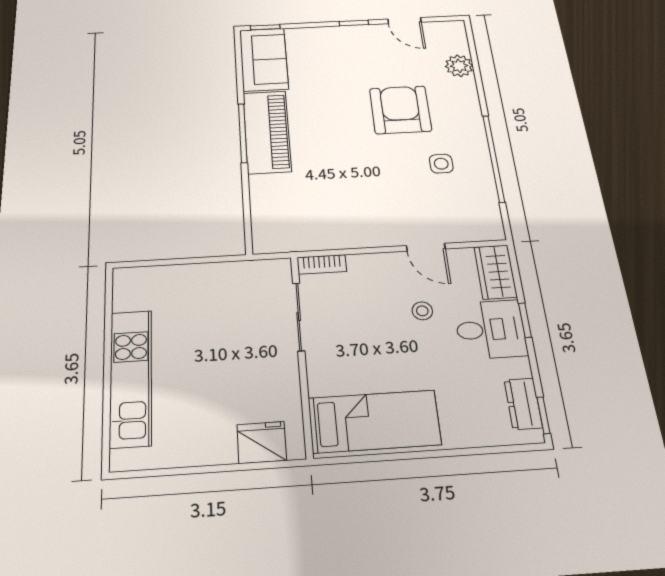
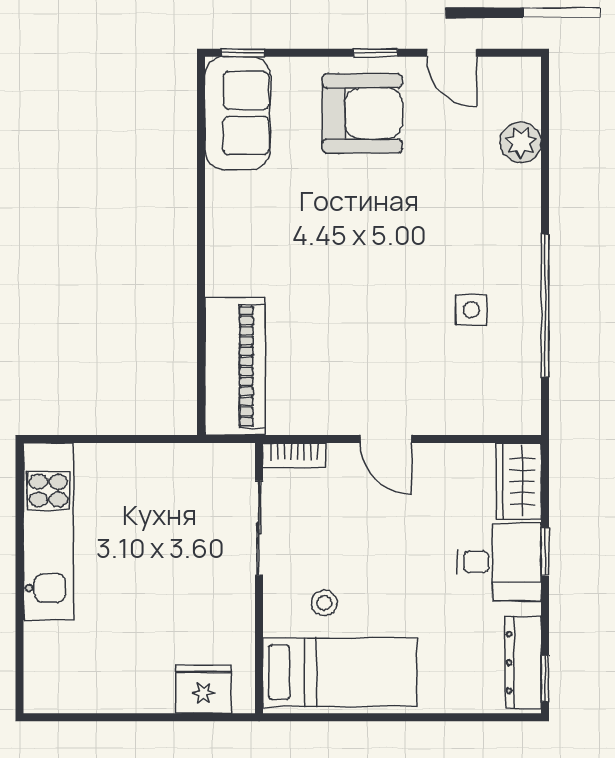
armchair: (400, 110) -> (362, 113), moved, turned 90
piano: (267, 132) -> (235, 366), moved
window: (243, 133) -> (201, 241), removed
door: (426, 247) -> (386, 439), moved
stool: (422, 311) -> (324, 603), moved
kitchen unit: (131, 378) -> (48, 531), moved
dresser: (523, 404) -> (523, 662), width x1.44

